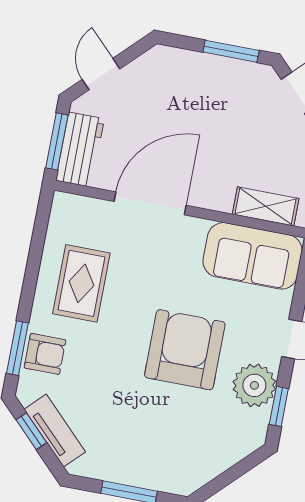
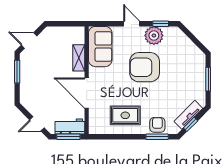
shelving: (266, 206) -> (79, 58), moved

